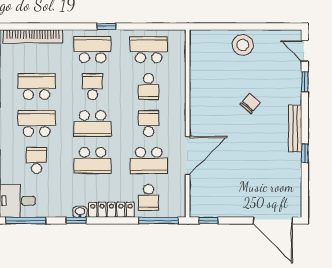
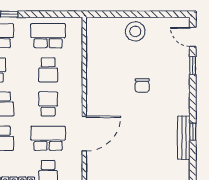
chair: (250, 103) -> (142, 85), turned 138
bench: (295, 129) -> (184, 138), moved
school desk: (149, 160) -> (48, 138), turned 180

